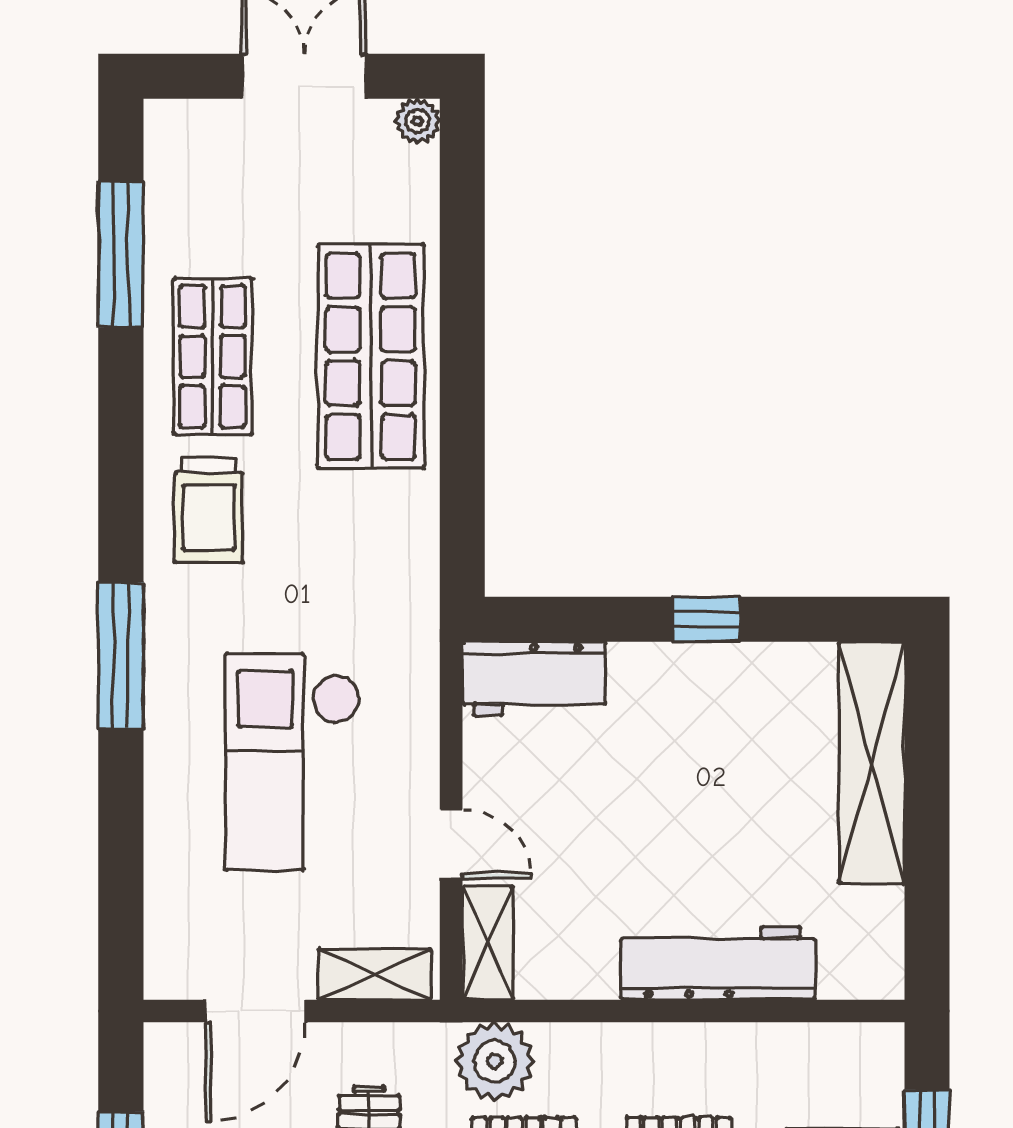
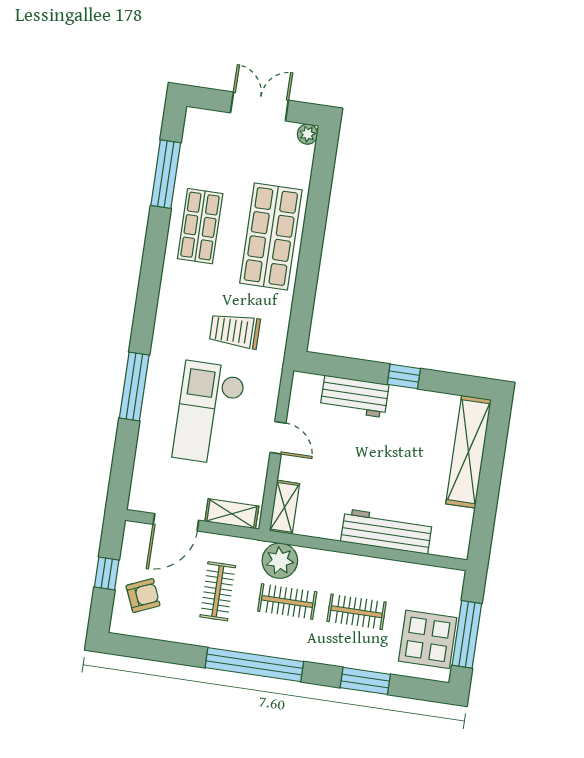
trolley: (209, 510) -> (235, 331), moved, turned 90
window: (121, 656) -> (134, 387), moved
workbench: (534, 679) -> (355, 396), moved
door: (451, 844) -> (278, 438), moved

